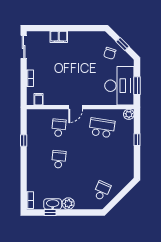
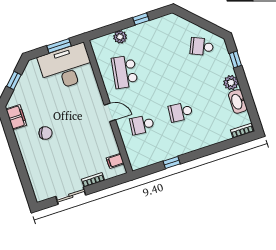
filing cabinet: (59, 37) -> (16, 117), moved
sliding door: (24, 47) -> (71, 196), moved
chair: (110, 53) -> (45, 133), moved
plant: (129, 114) -> (120, 37), moved
window: (137, 140) -> (141, 19), moved
window: (50, 212) -> (235, 59), moved

